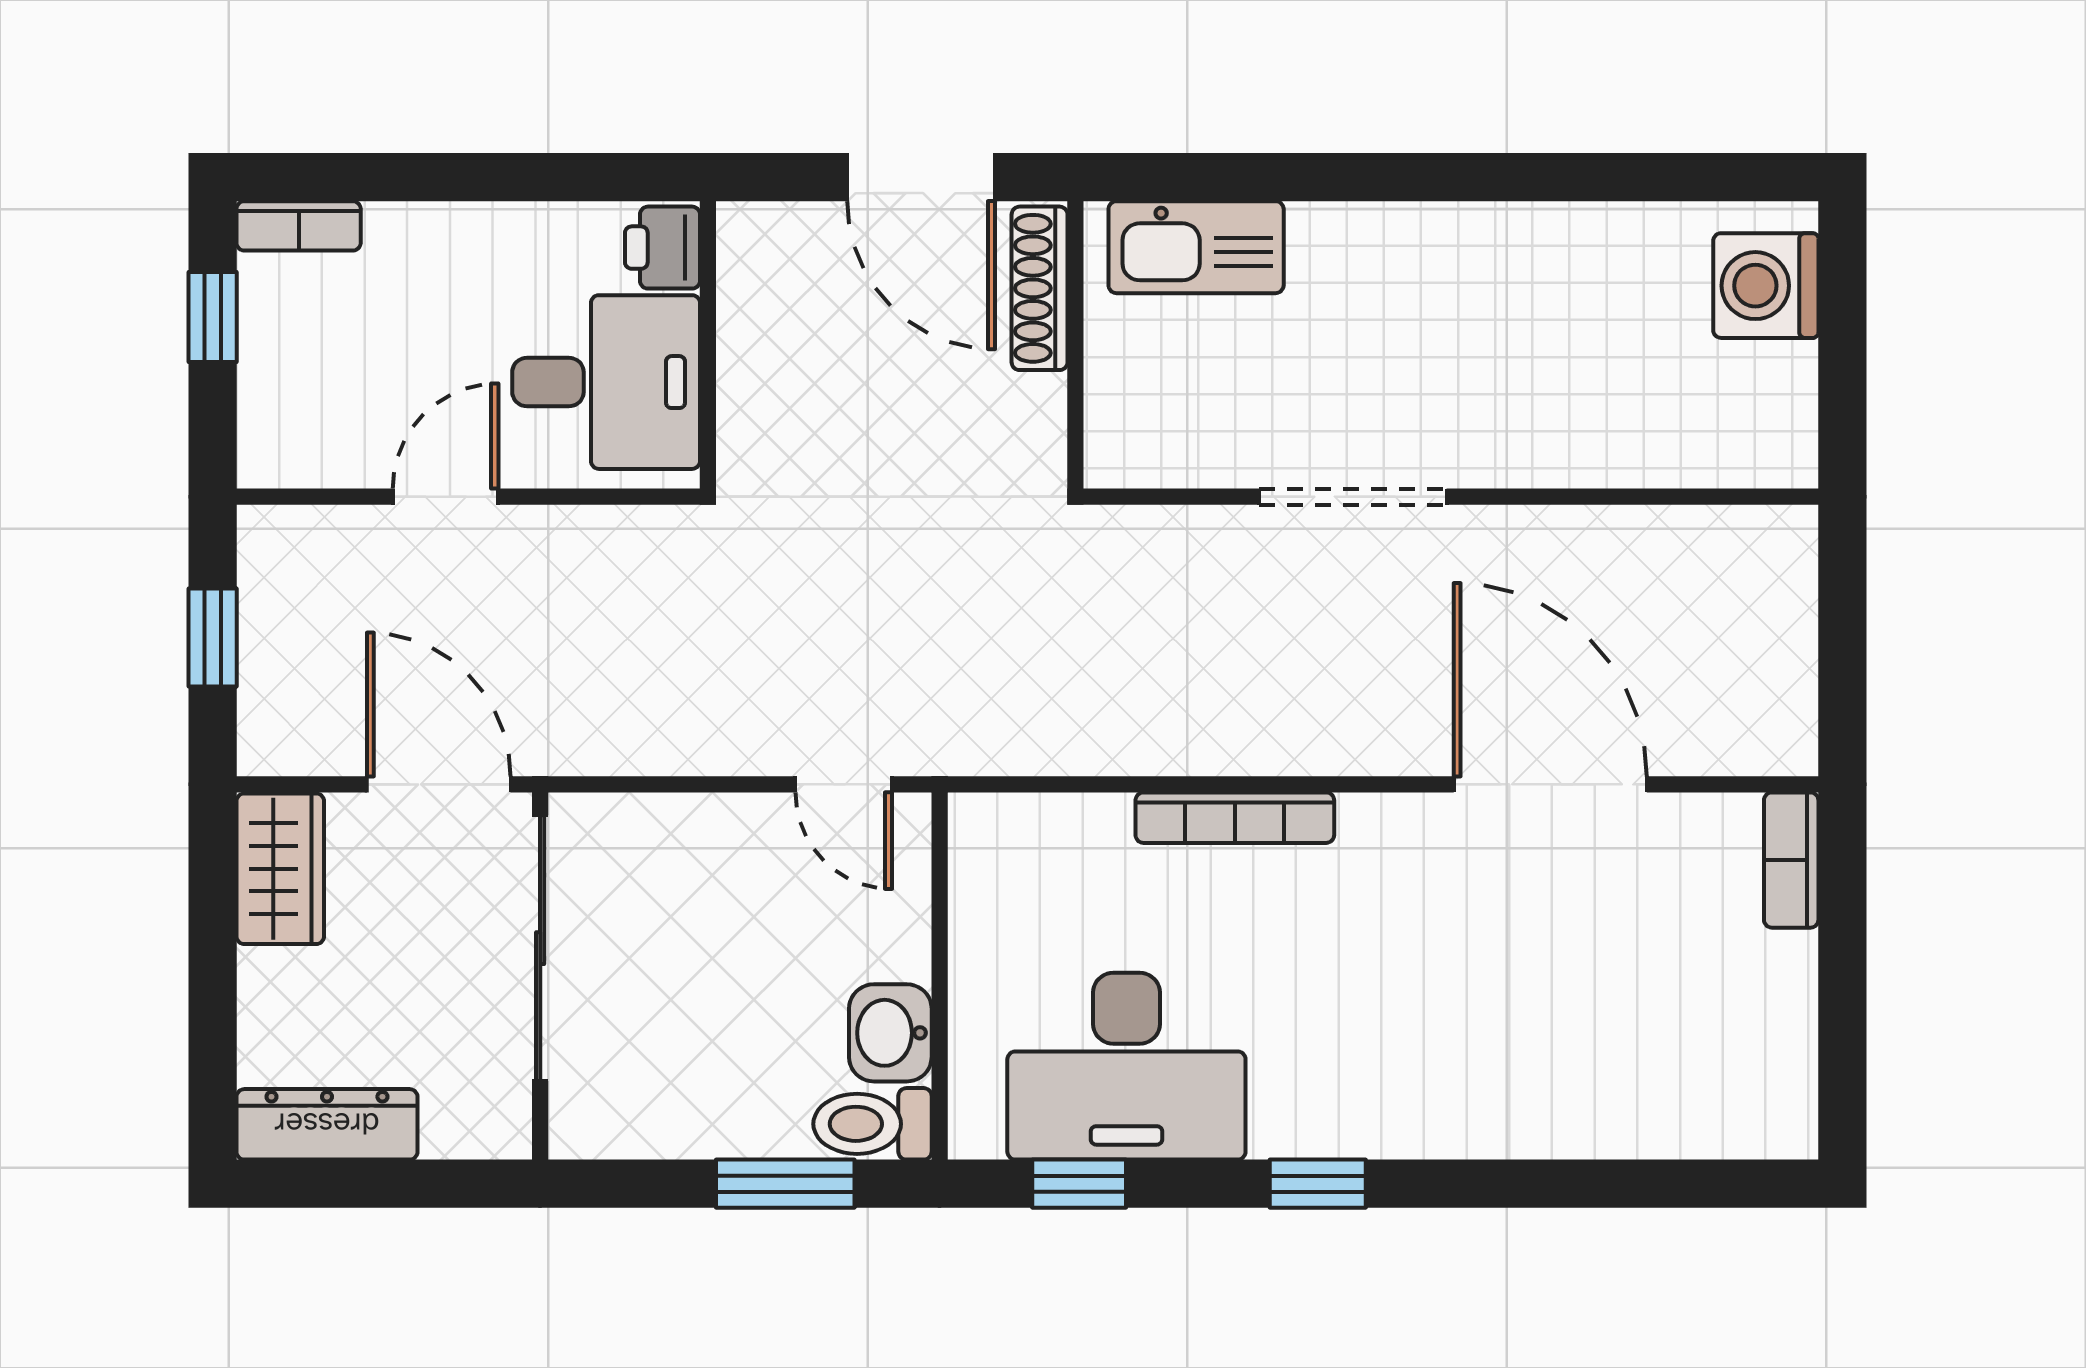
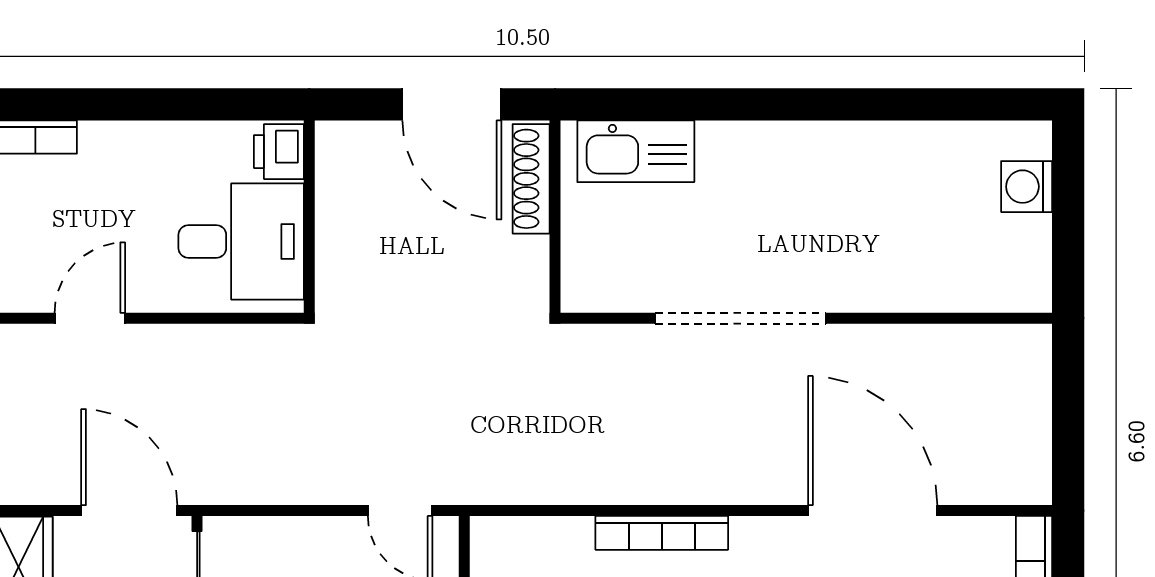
washing machine: (1766, 286) -> (1027, 187), width x0.73, depth x0.73
door: (446, 497) -> (90, 318), moved
doorway: (1353, 497) -> (741, 318), width x1.36

